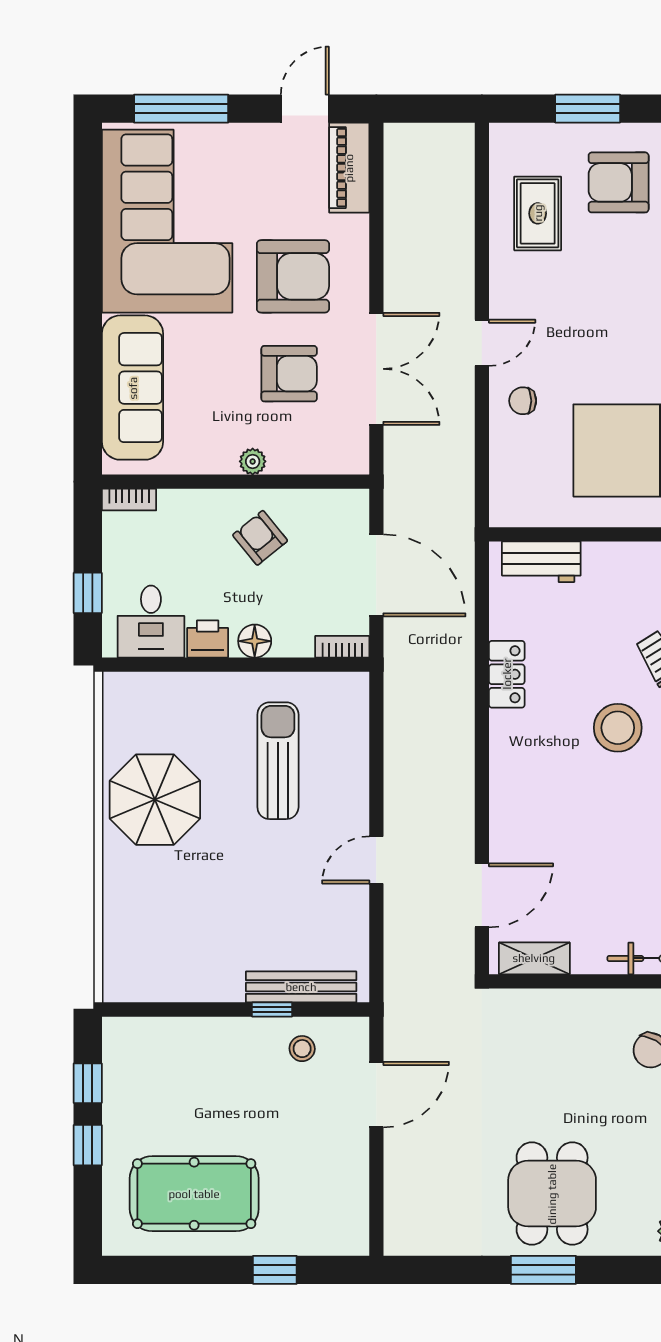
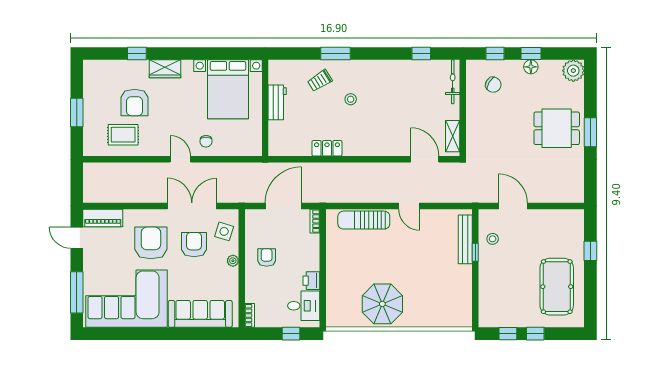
armchair: (619, 182) -> (135, 103), moved
side table: (319, 442) -> (224, 231), added
armchair: (260, 538) -> (267, 257), turned 129
workbench: (541, 562) -> (277, 102), moved
floor lamp: (255, 641) -> (312, 260), removed
stool: (618, 728) -> (351, 99), width x0.53, depth x0.53
sun lounger: (278, 761) -> (364, 220), moved

